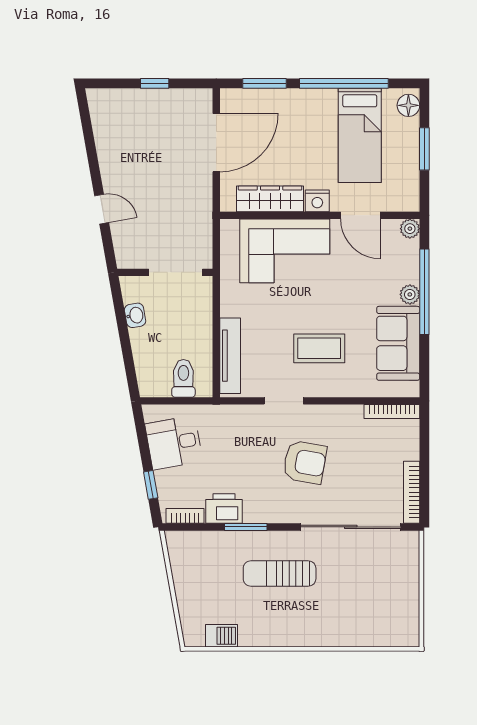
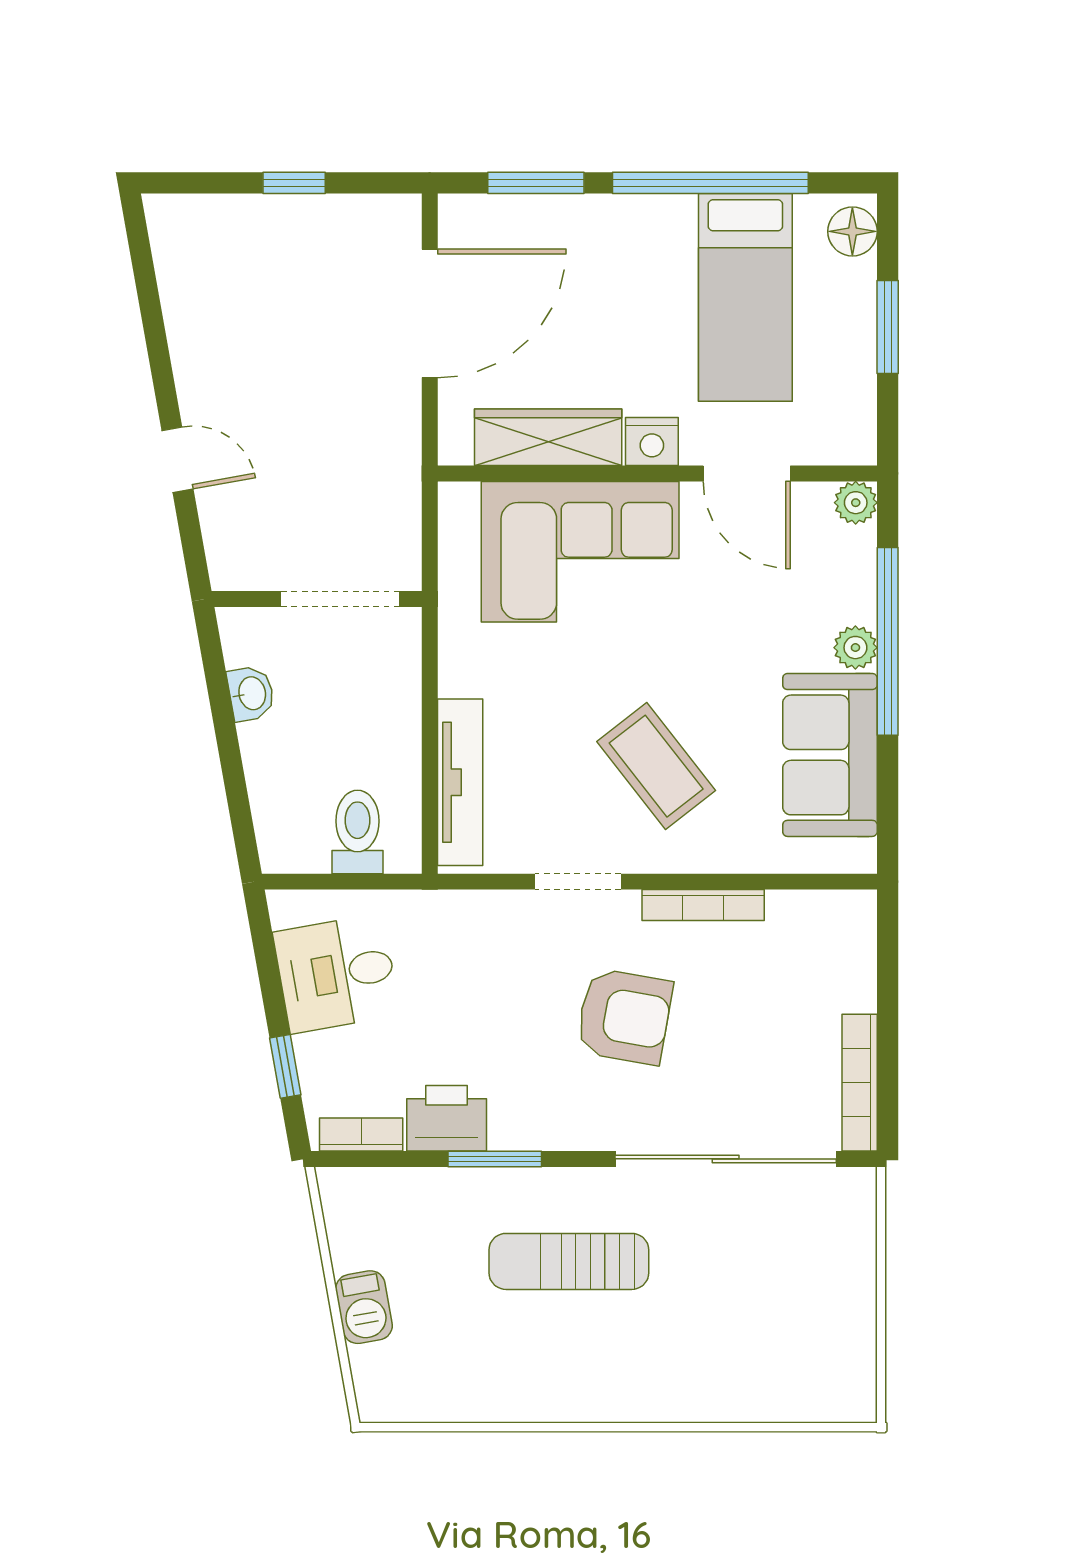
coffee table: (319, 348) -> (656, 766), turned 52
bookcase: (392, 412) -> (703, 905), moved
barbecue: (221, 636) -> (364, 1307), moved, turned 80

